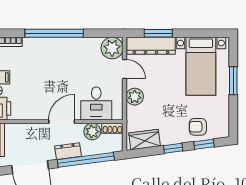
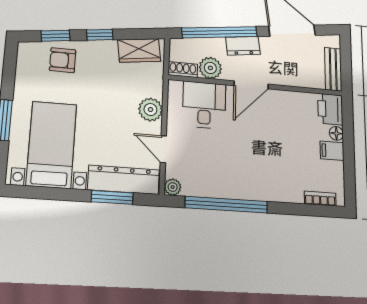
window: (54, 33) -> (226, 205), moved
plant: (112, 48) -> (173, 187), width x0.53, depth x0.53
armchair: (198, 127) -> (63, 60), turned 180

